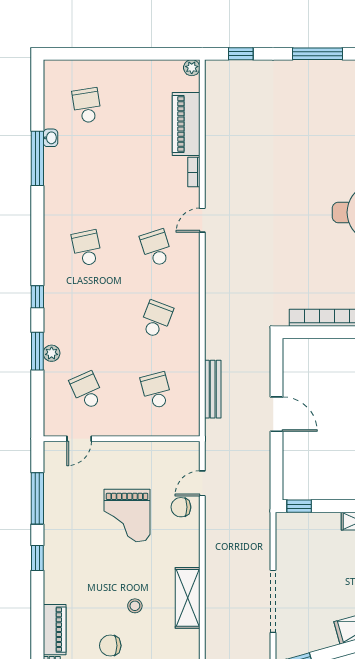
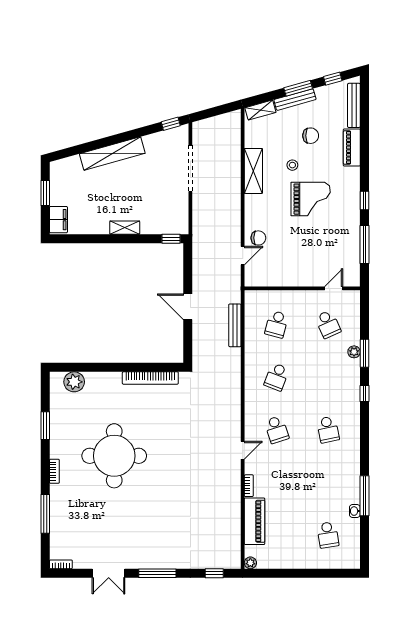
school desk: (156, 390) -> (277, 324), turned 30
grand piano: (127, 515) -> (311, 199), moved, turned 90

